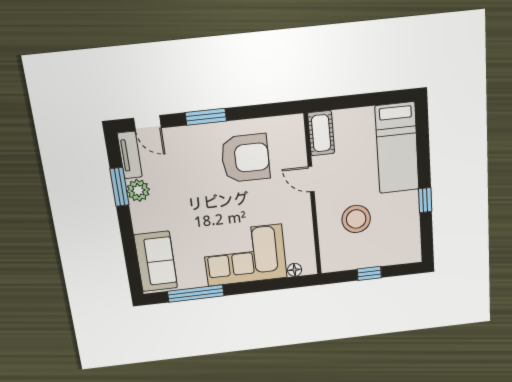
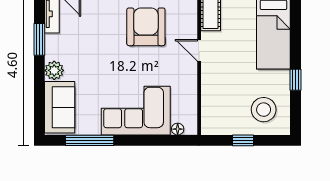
armchair: (245, 158) -> (146, 27), turned -90
plant: (138, 190) -> (54, 70), moved
stool: (356, 219) -> (264, 110), moved

